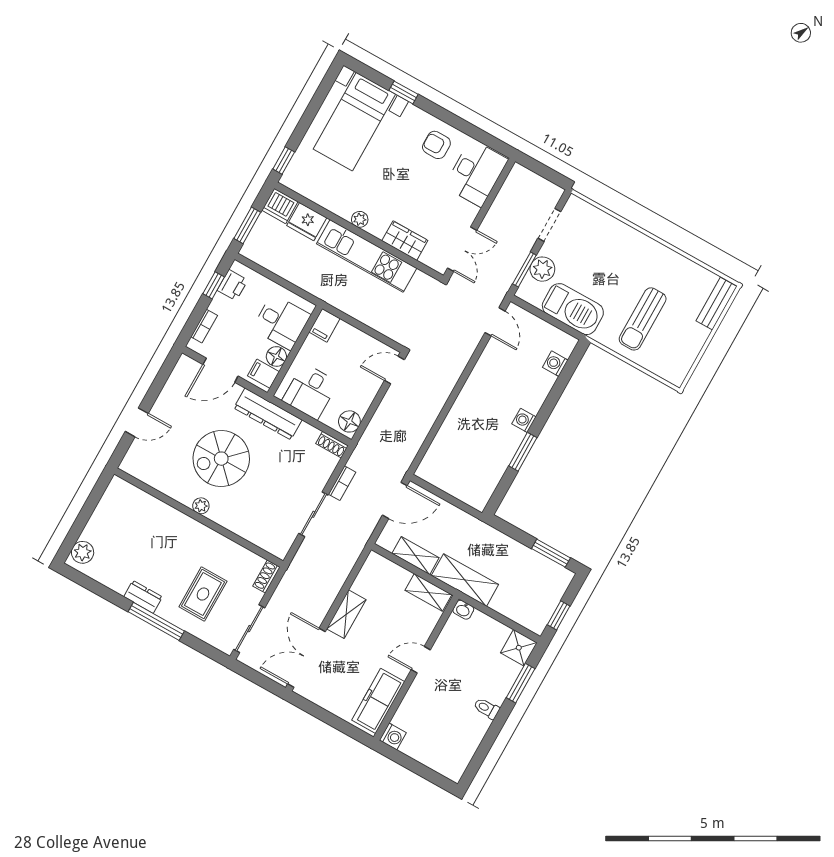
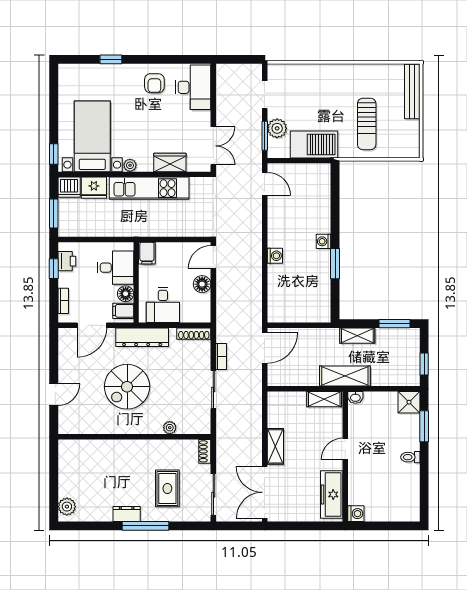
bed with nightstands: (354, 122) -> (92, 136), moved, turned 180
armchair: (436, 145) -> (154, 83), turned -90
bench: (716, 304) -> (412, 92), width x1.36
washing machine: (555, 364) -> (275, 256), moved, turned 180
floor lamp: (349, 421) -> (202, 284), moved
shoe rack: (332, 445) -> (194, 334), width x1.43
plant: (201, 506) -> (170, 428), moved
shelving: (416, 556) -> (357, 336), moved

